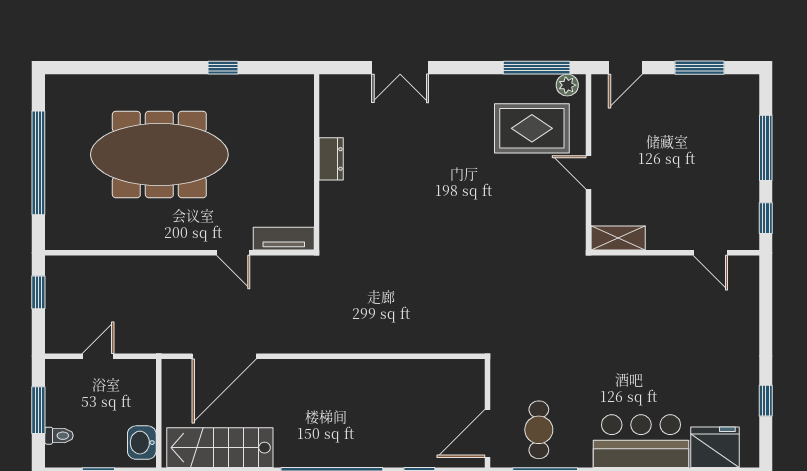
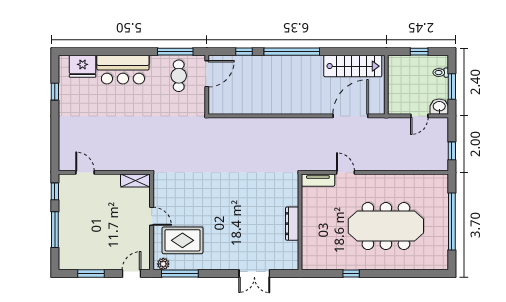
double door: (400, 68) -> (254, 273), swing flipped
dresser: (331, 159) -> (292, 224), width x1.44
washbasin: (142, 443) -> (439, 107), moved, turned -90

